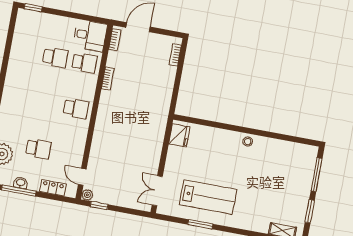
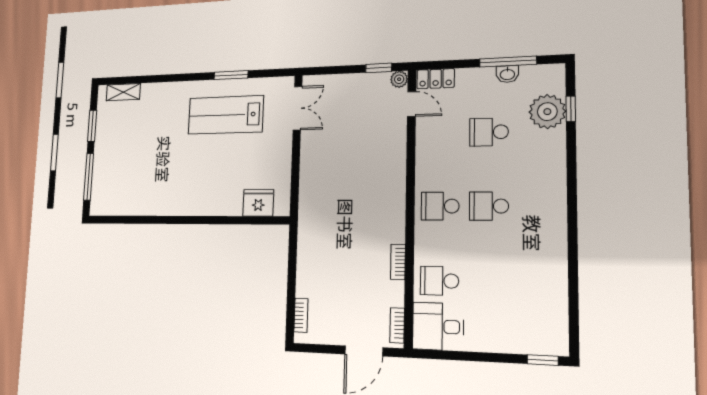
school desk: (55, 57) -> (489, 206), moved
fridge: (179, 135) -> (258, 203), moved, turned 90
stool: (248, 142) -> (182, 204), removed
locker: (53, 188) -> (436, 79), moved

